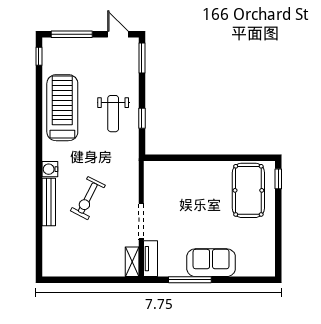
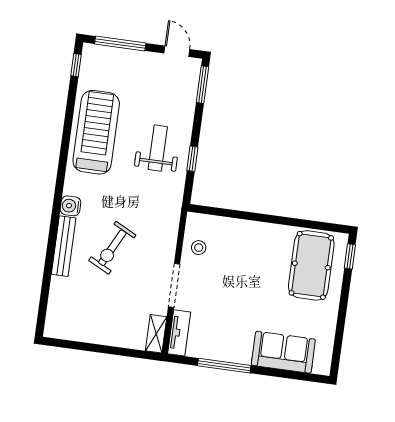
weight bench: (113, 114) -> (158, 148), turned 180
stool: (157, 188) -> (199, 248), added
sofa: (211, 263) -> (283, 352), moved

